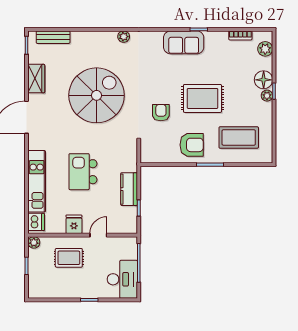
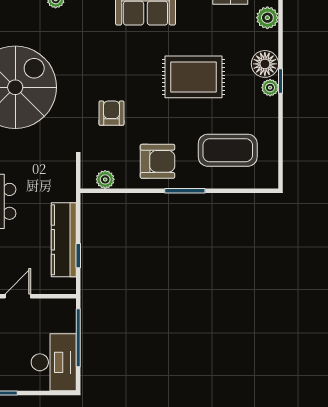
rug: (202, 98) -> (193, 77), moved
plant: (157, 157) -> (105, 179), added
kitchen counter: (129, 189) -> (64, 240), width x1.50

